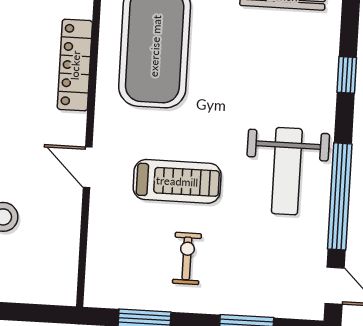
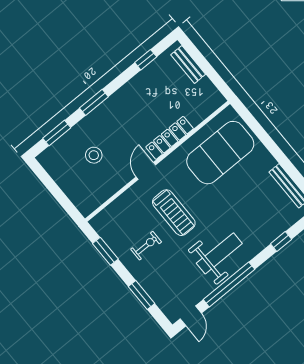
locker: (75, 65) -> (170, 138), moved
weight bench: (287, 171) -> (219, 253), turned 180

